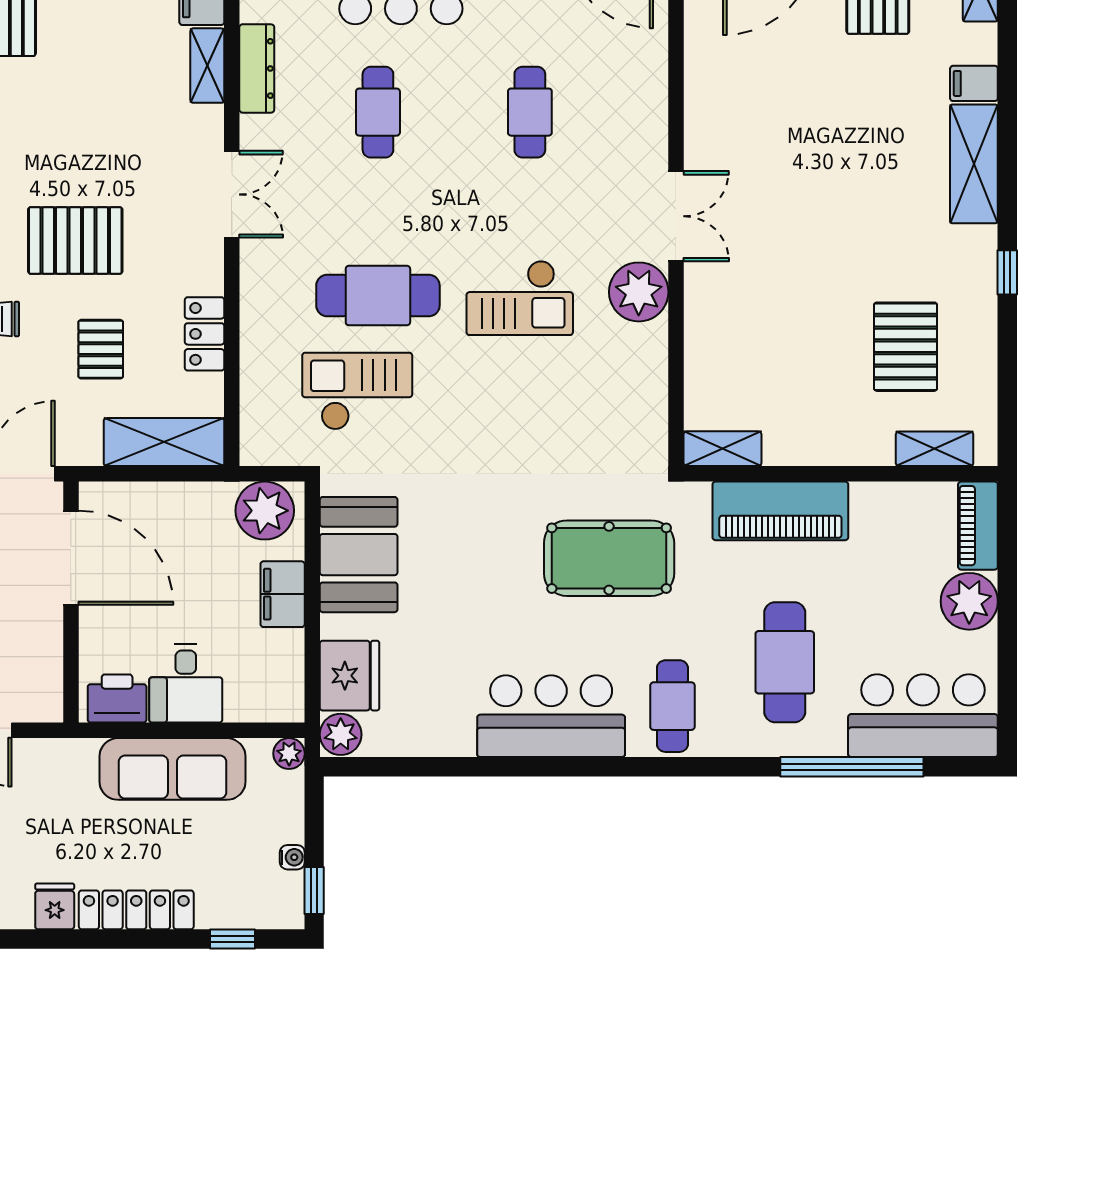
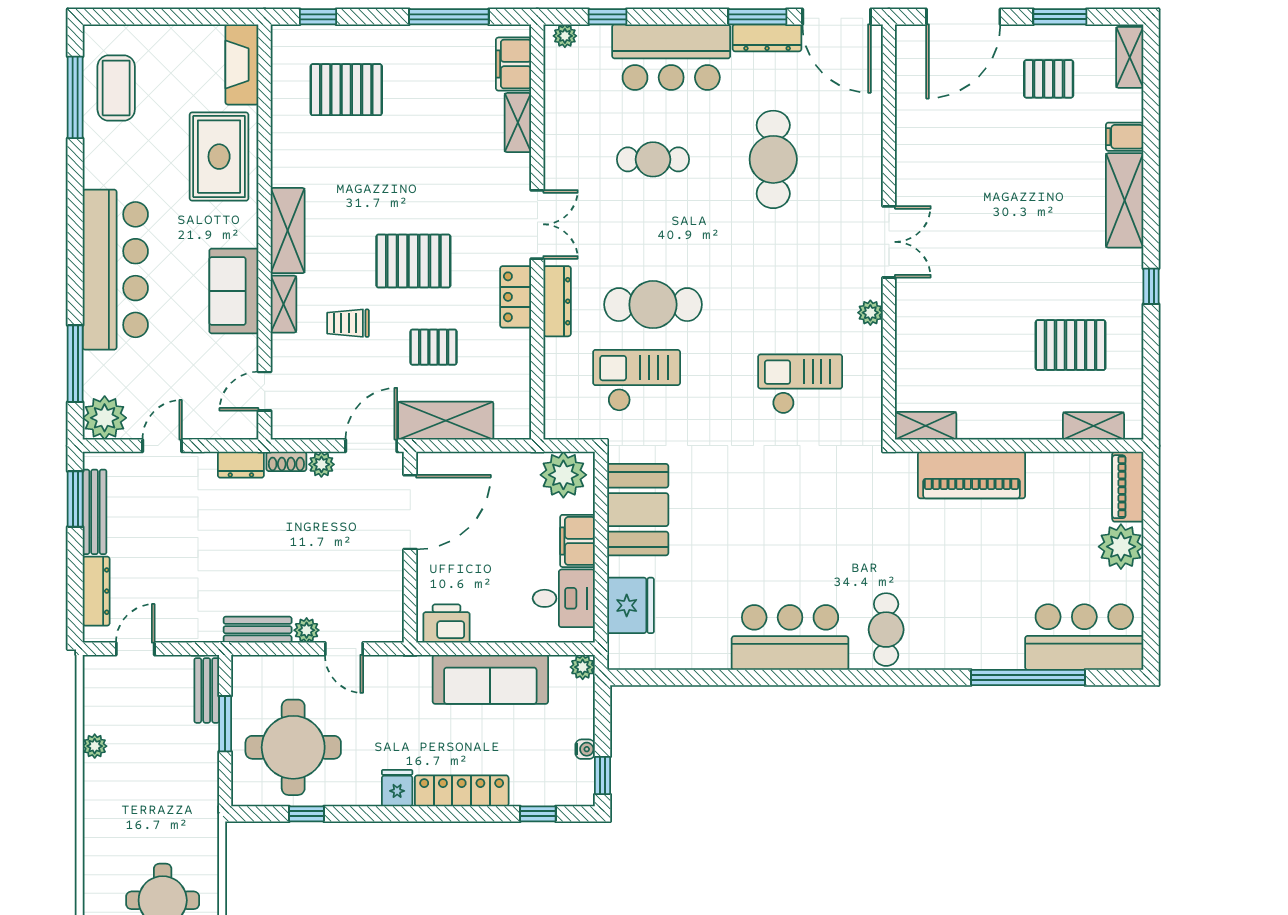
dresser: (257, 68) -> (557, 301), moved
cafe table: (378, 112) -> (653, 159), turned 90
cafe table: (530, 112) -> (773, 159), width x1.37, depth x1.35
plant: (639, 292) -> (870, 313), width x0.53, depth x0.53
checkout: (520, 298) -> (800, 384), moved, turned 180
locker: (205, 334) -> (516, 297), moved
pallet: (906, 347) -> (1071, 345), turned 90
pallet: (101, 349) -> (434, 347), turned 90
shelving: (164, 442) -> (446, 421), moved
door: (71, 558) -> (410, 512), hinge flipped
pool table: (609, 558) -> (836, 512), removed
cafe table: (785, 662) -> (975, 595), removed
desk: (186, 683) -> (564, 598), moved, turned -90
plant: (341, 734) -> (623, 652), removed

